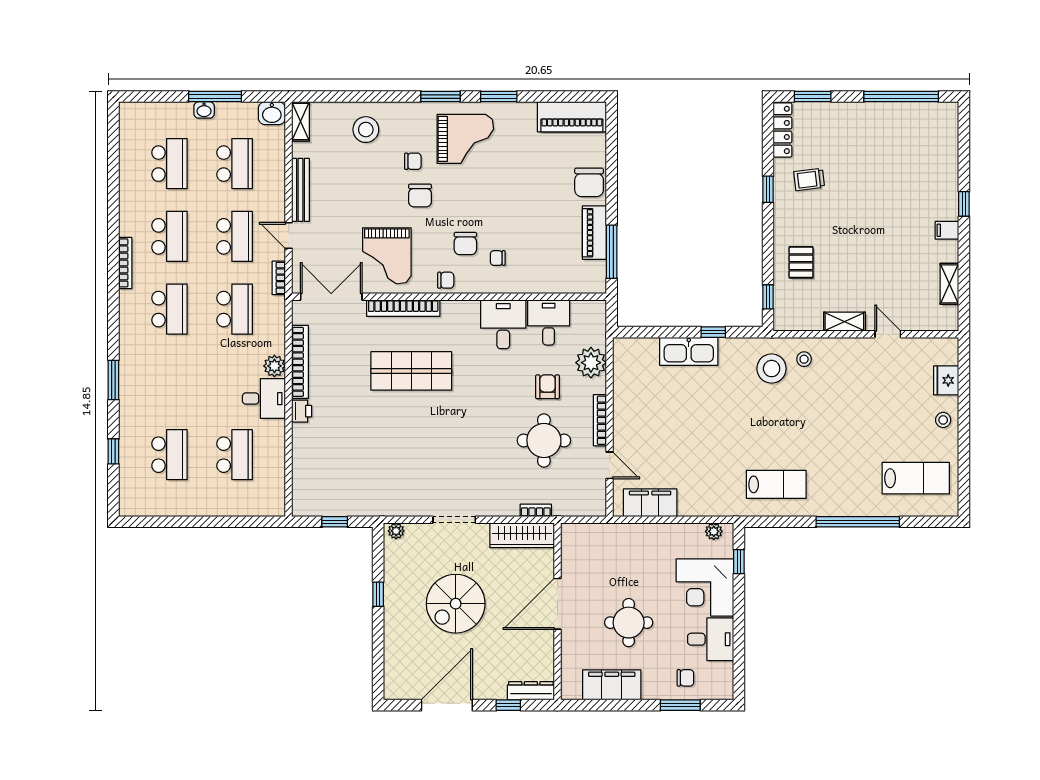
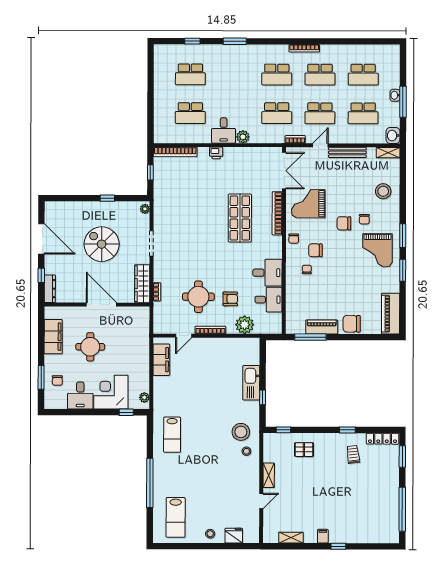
bookcase: (300, 362) -> (175, 152), moved

